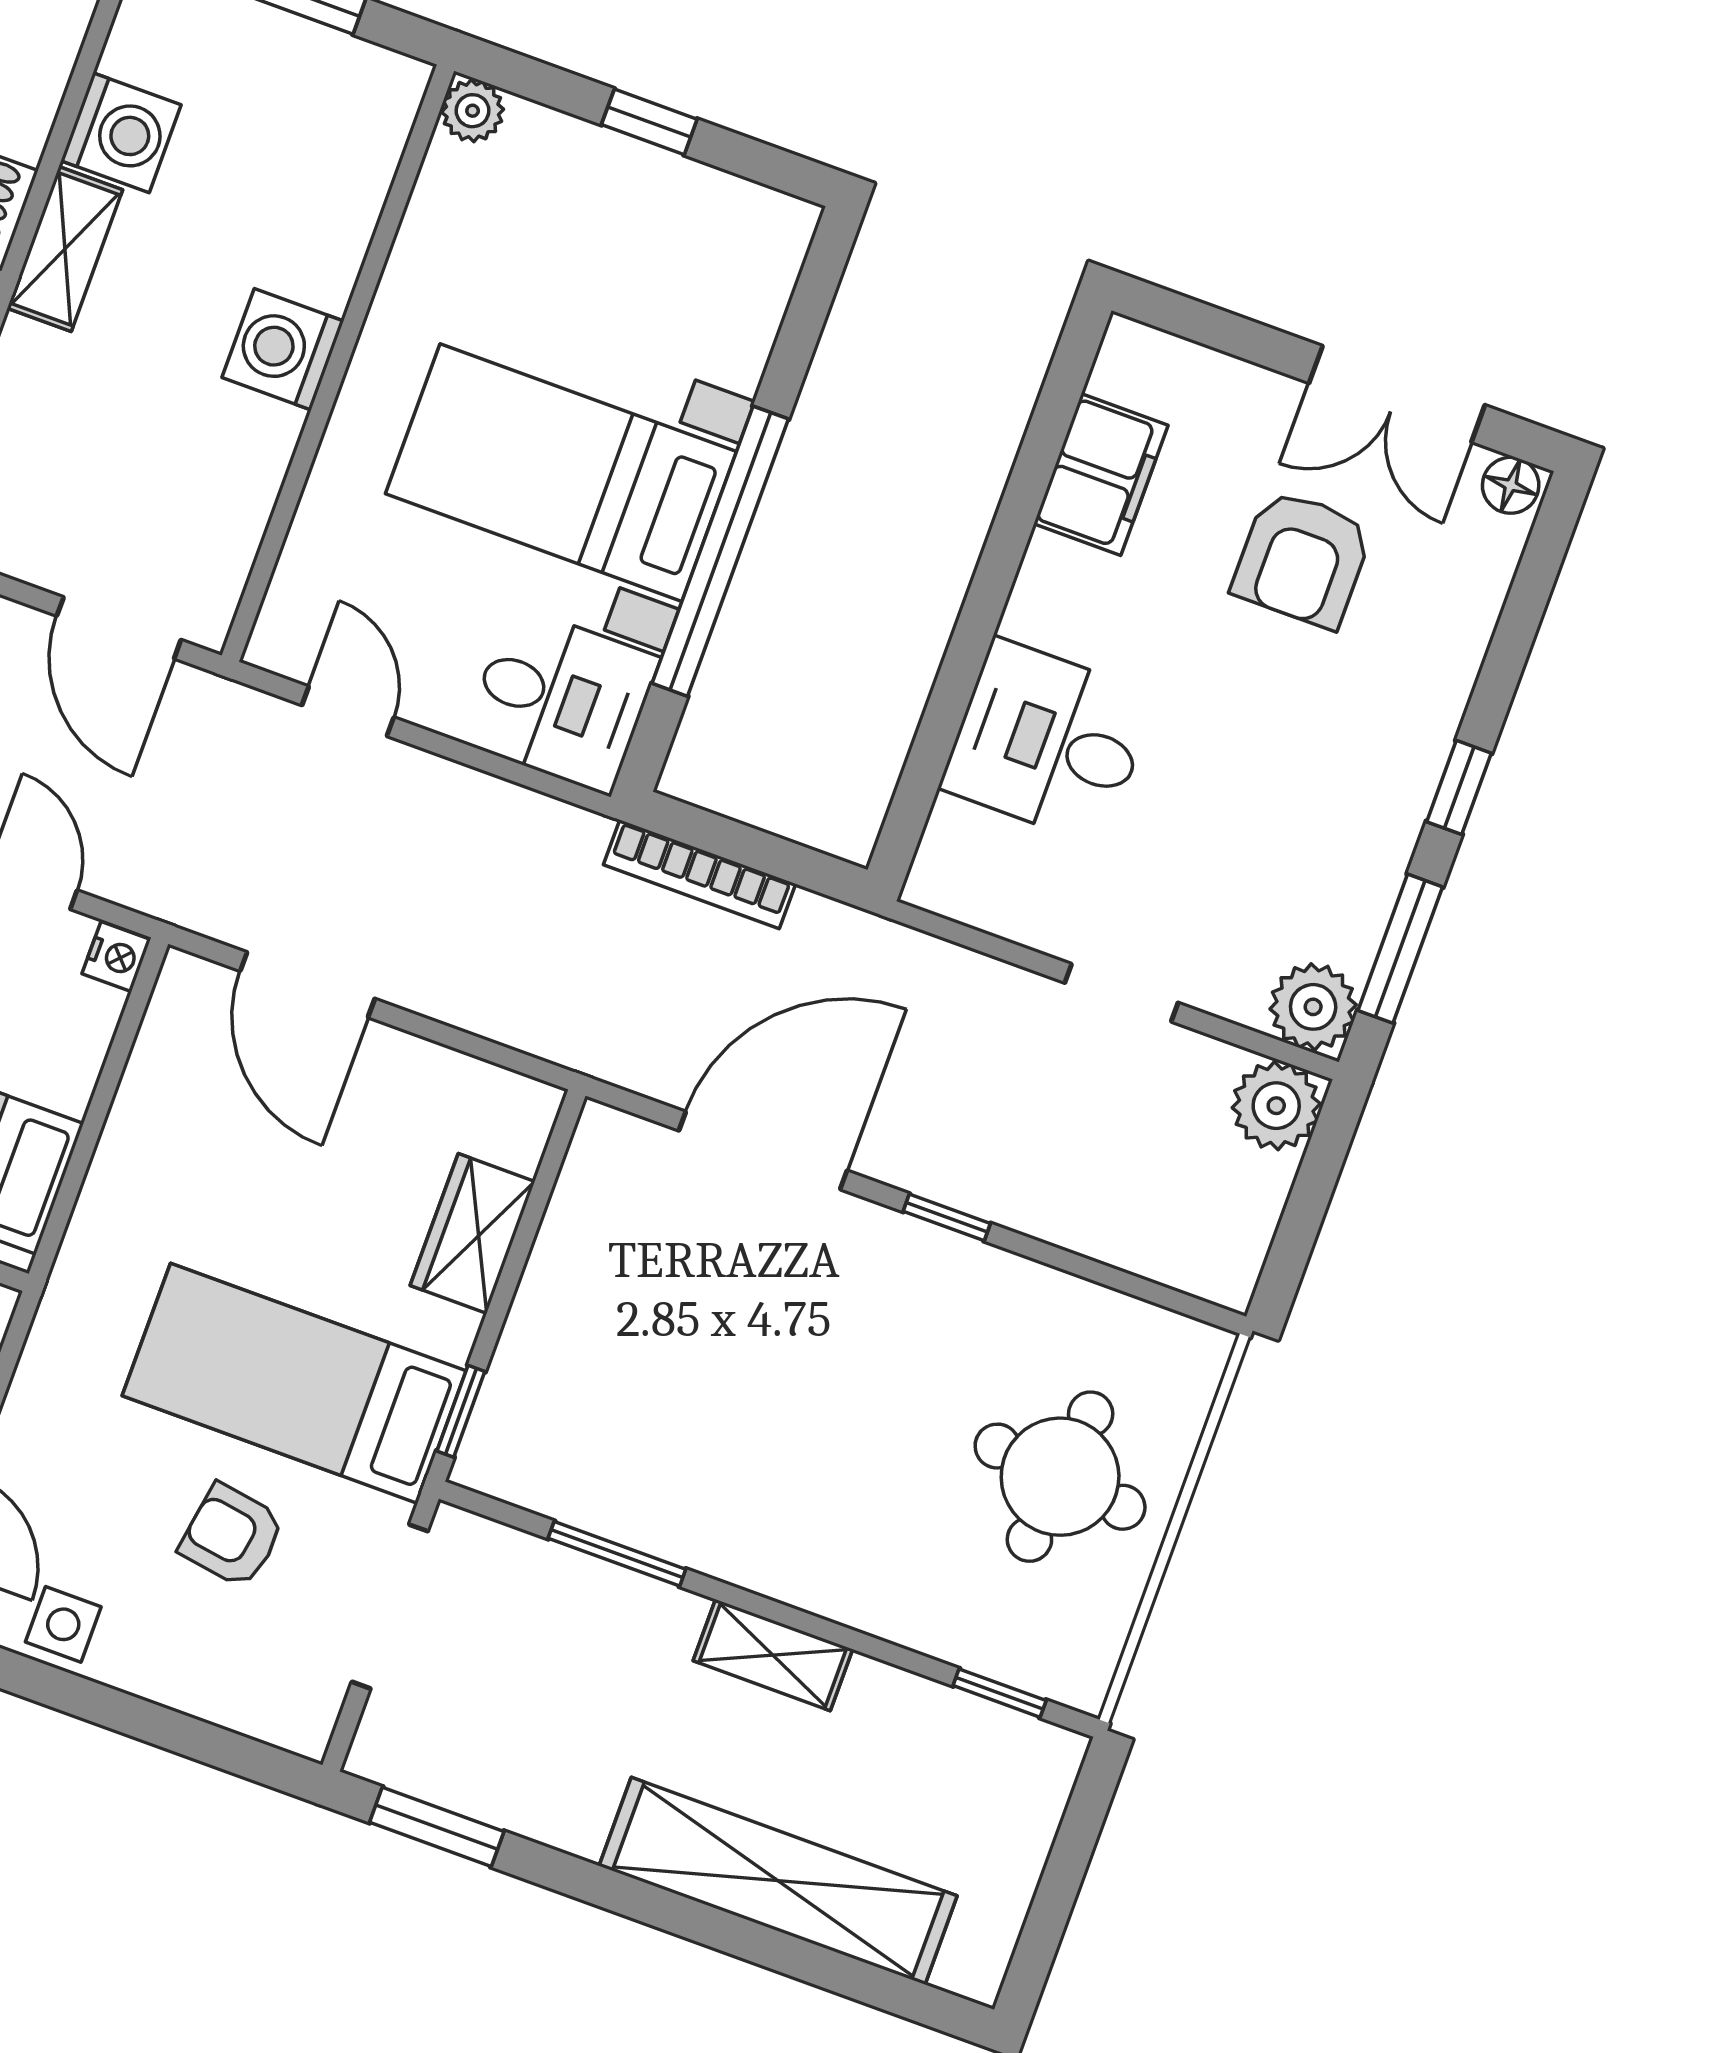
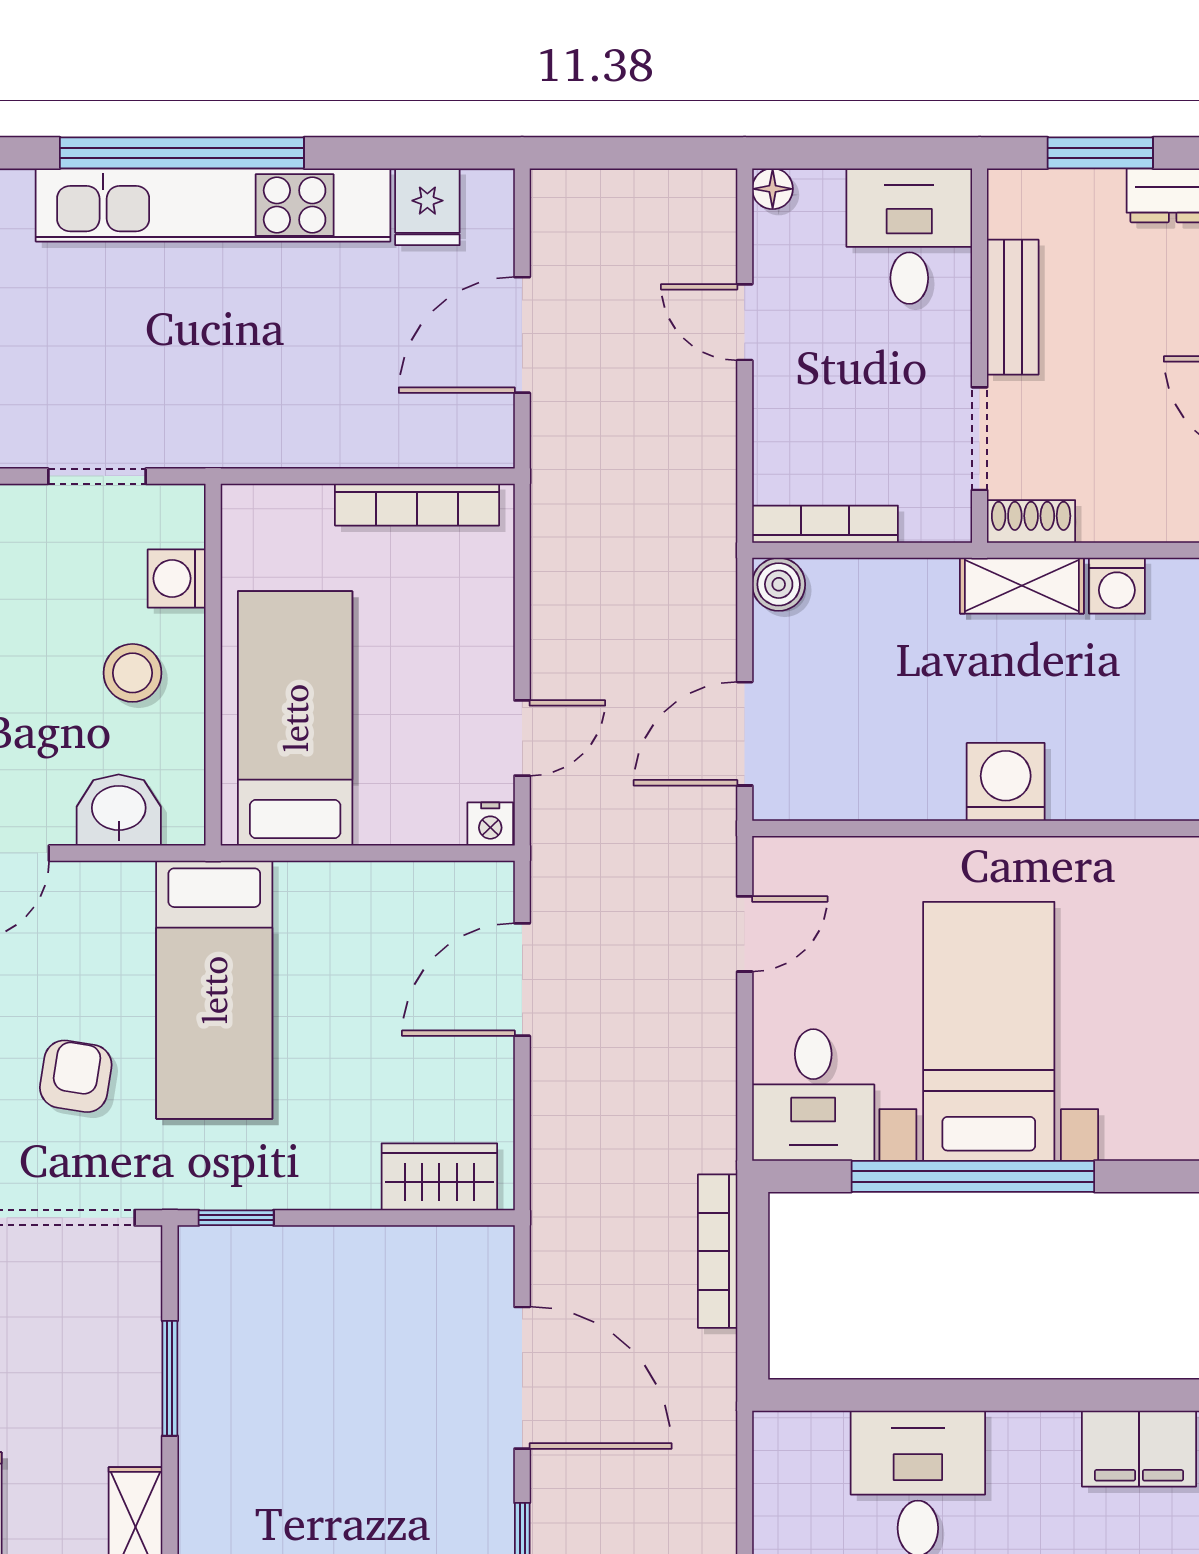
washing machine: (121, 133) -> (1117, 586), width x0.73, depth x0.73
wardrobe: (473, 1234) -> (439, 1177), moved
bed: (294, 1383) -> (214, 990), moved, turned 180

